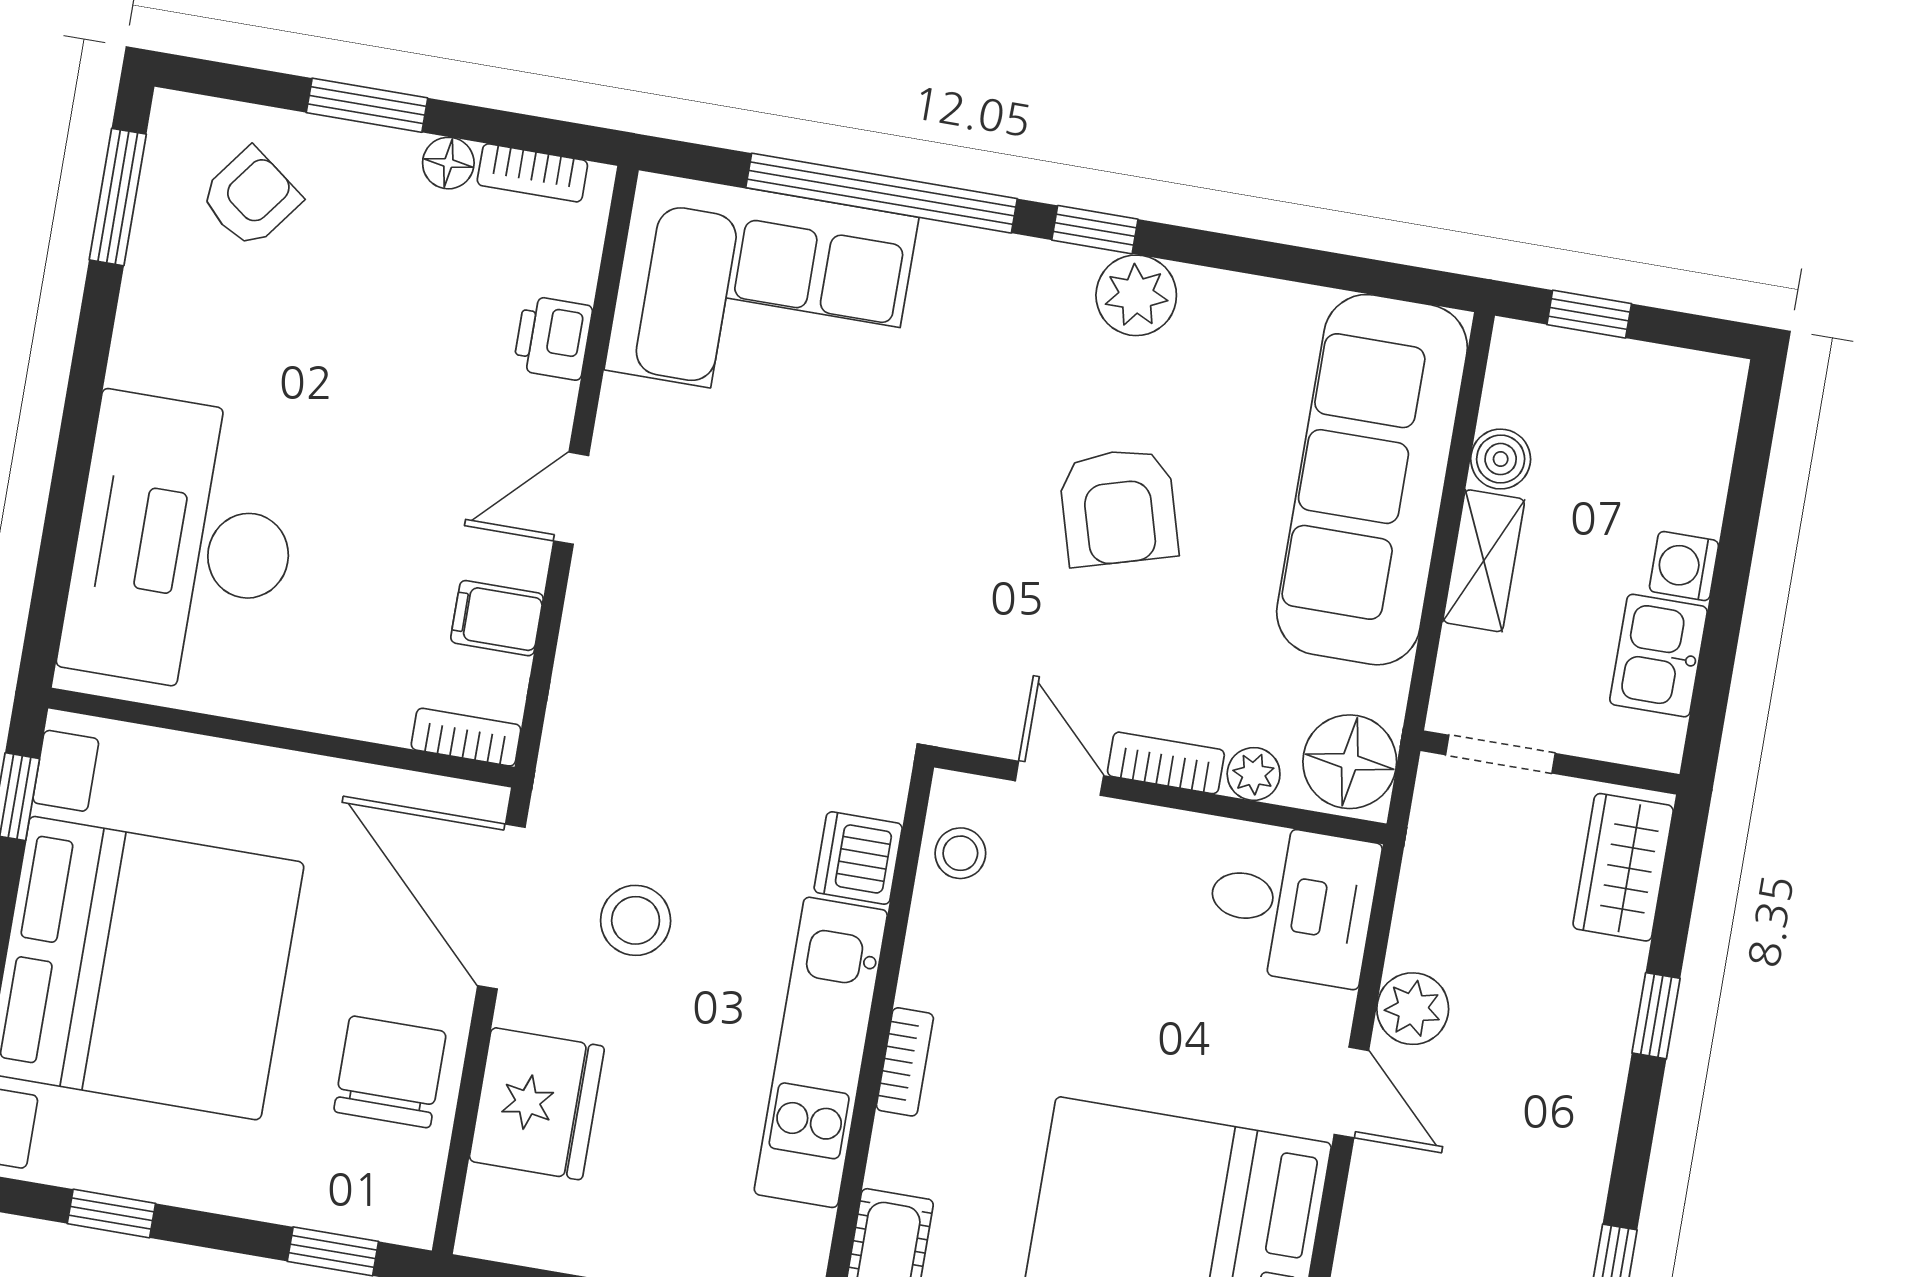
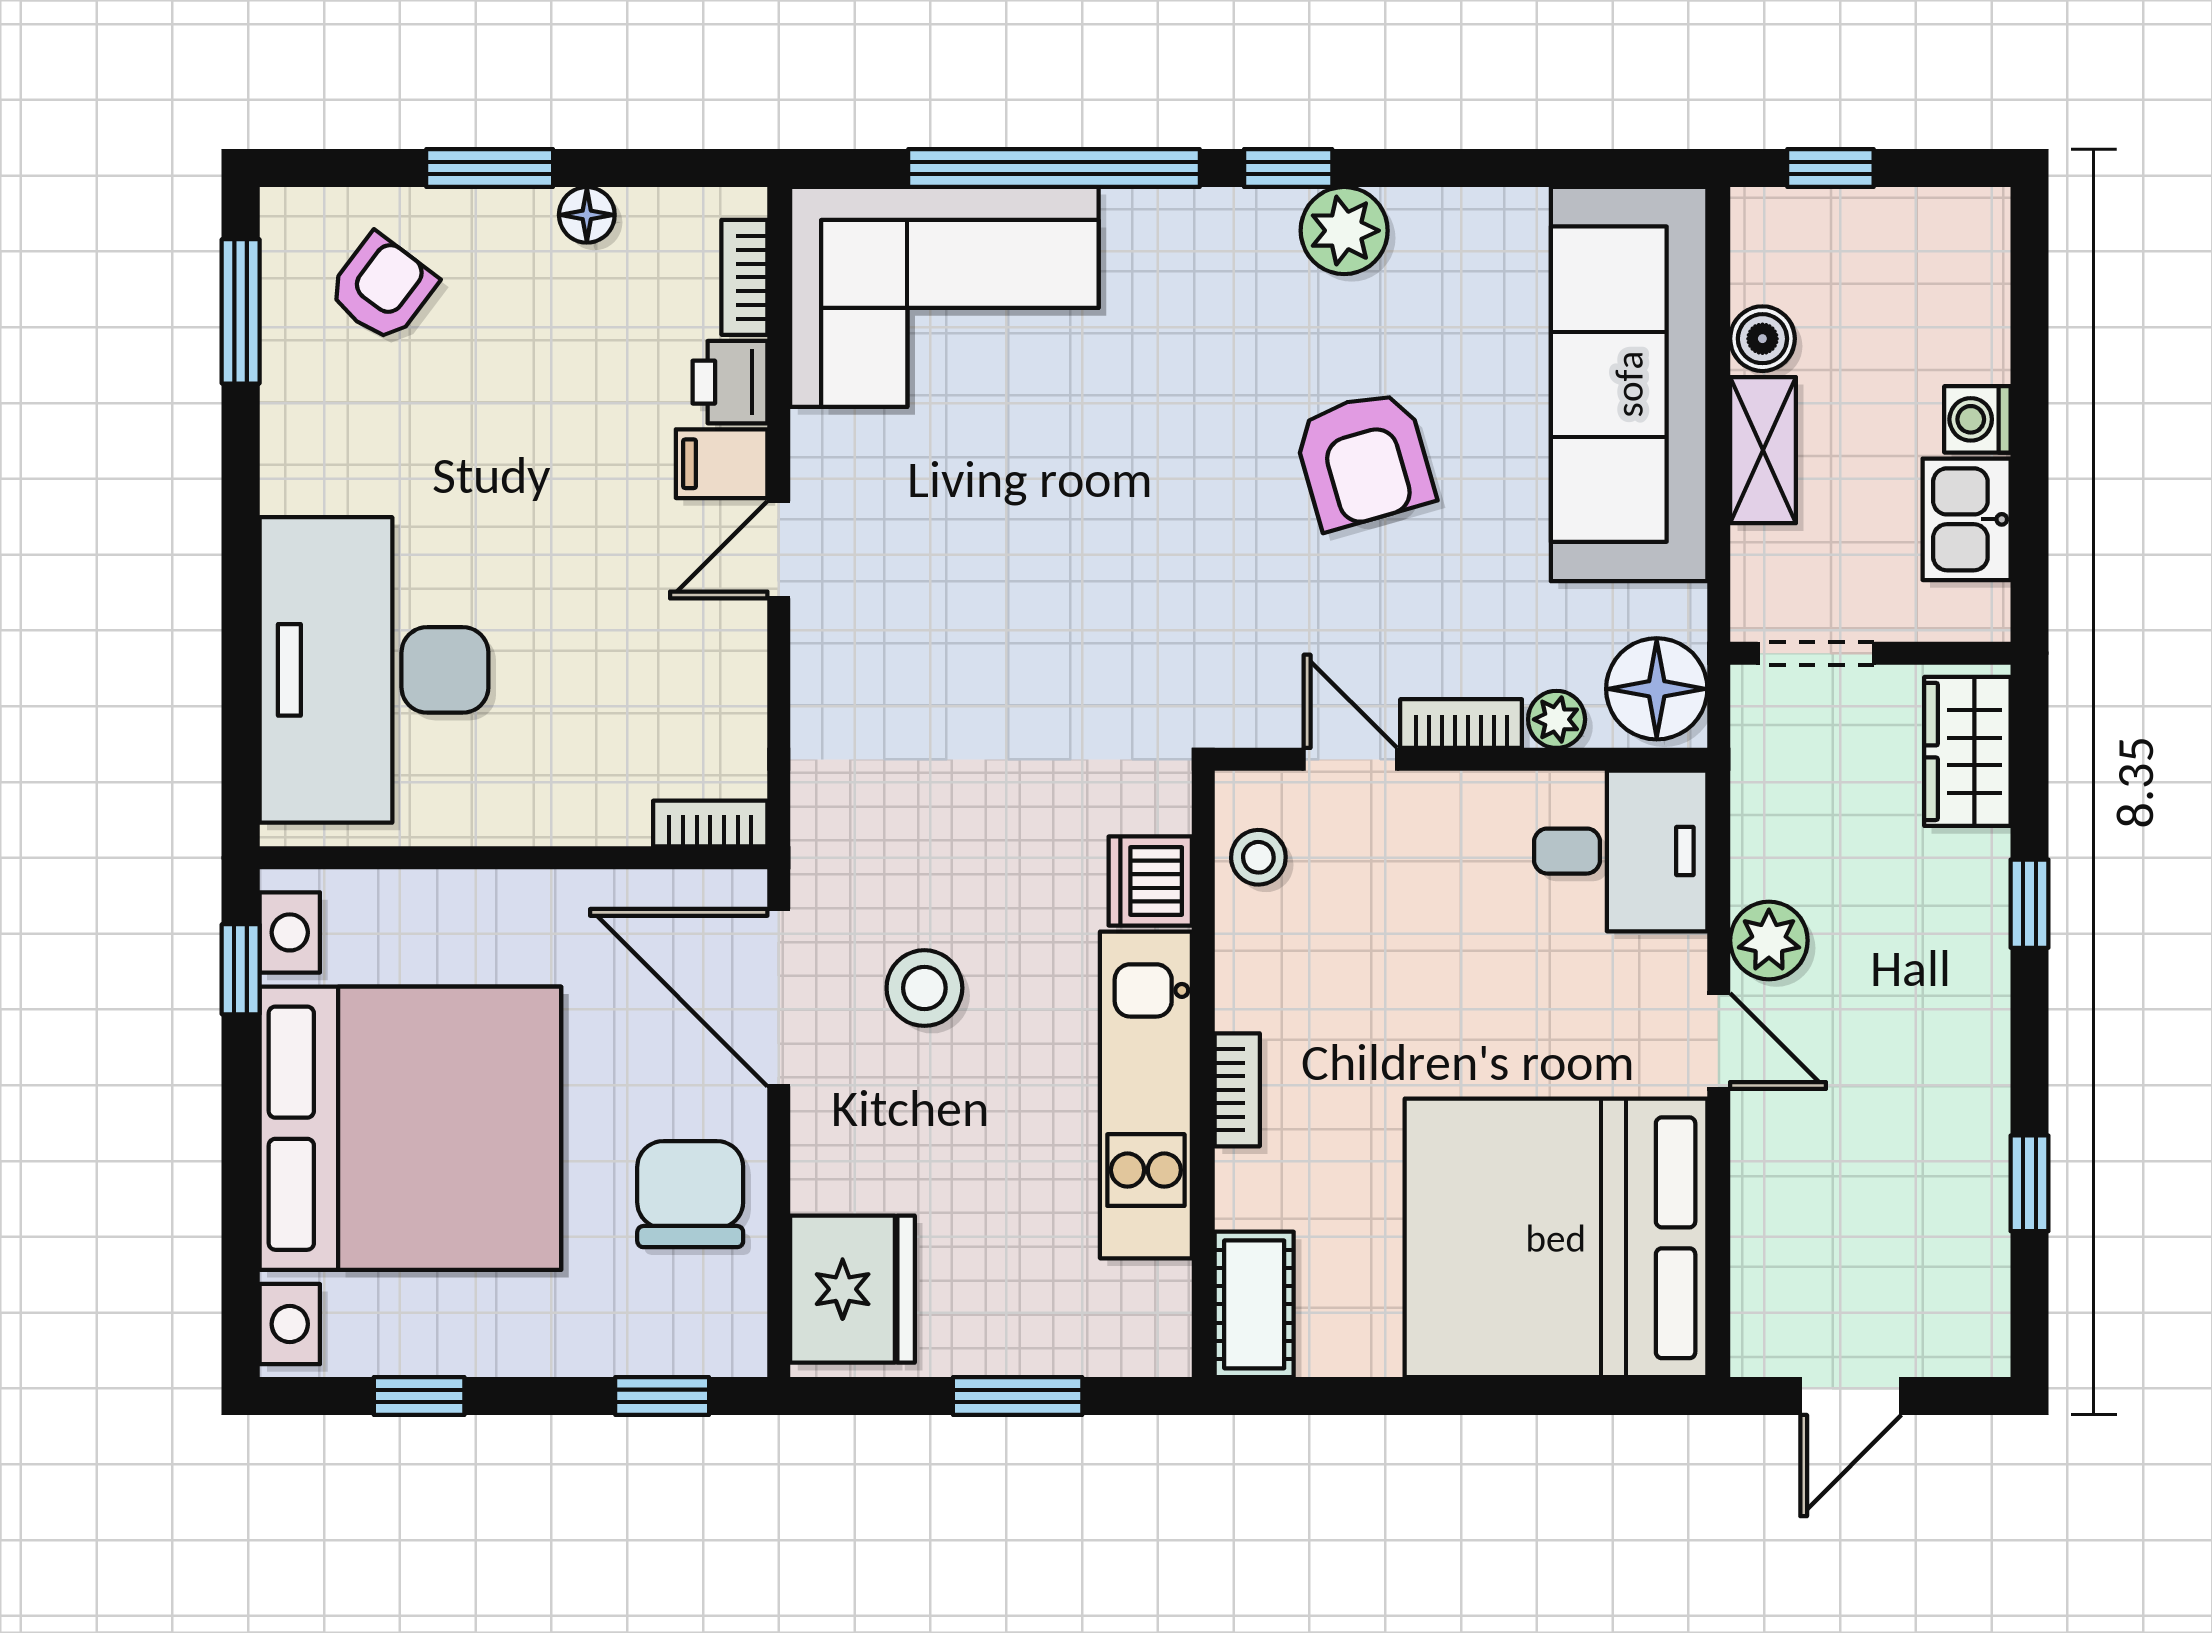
bookcase: (532, 173) -> (744, 277), moved, turned 90
filing cabinet: (497, 618) -> (722, 464), moved
fridge: (537, 1104) -> (852, 1289), moved

